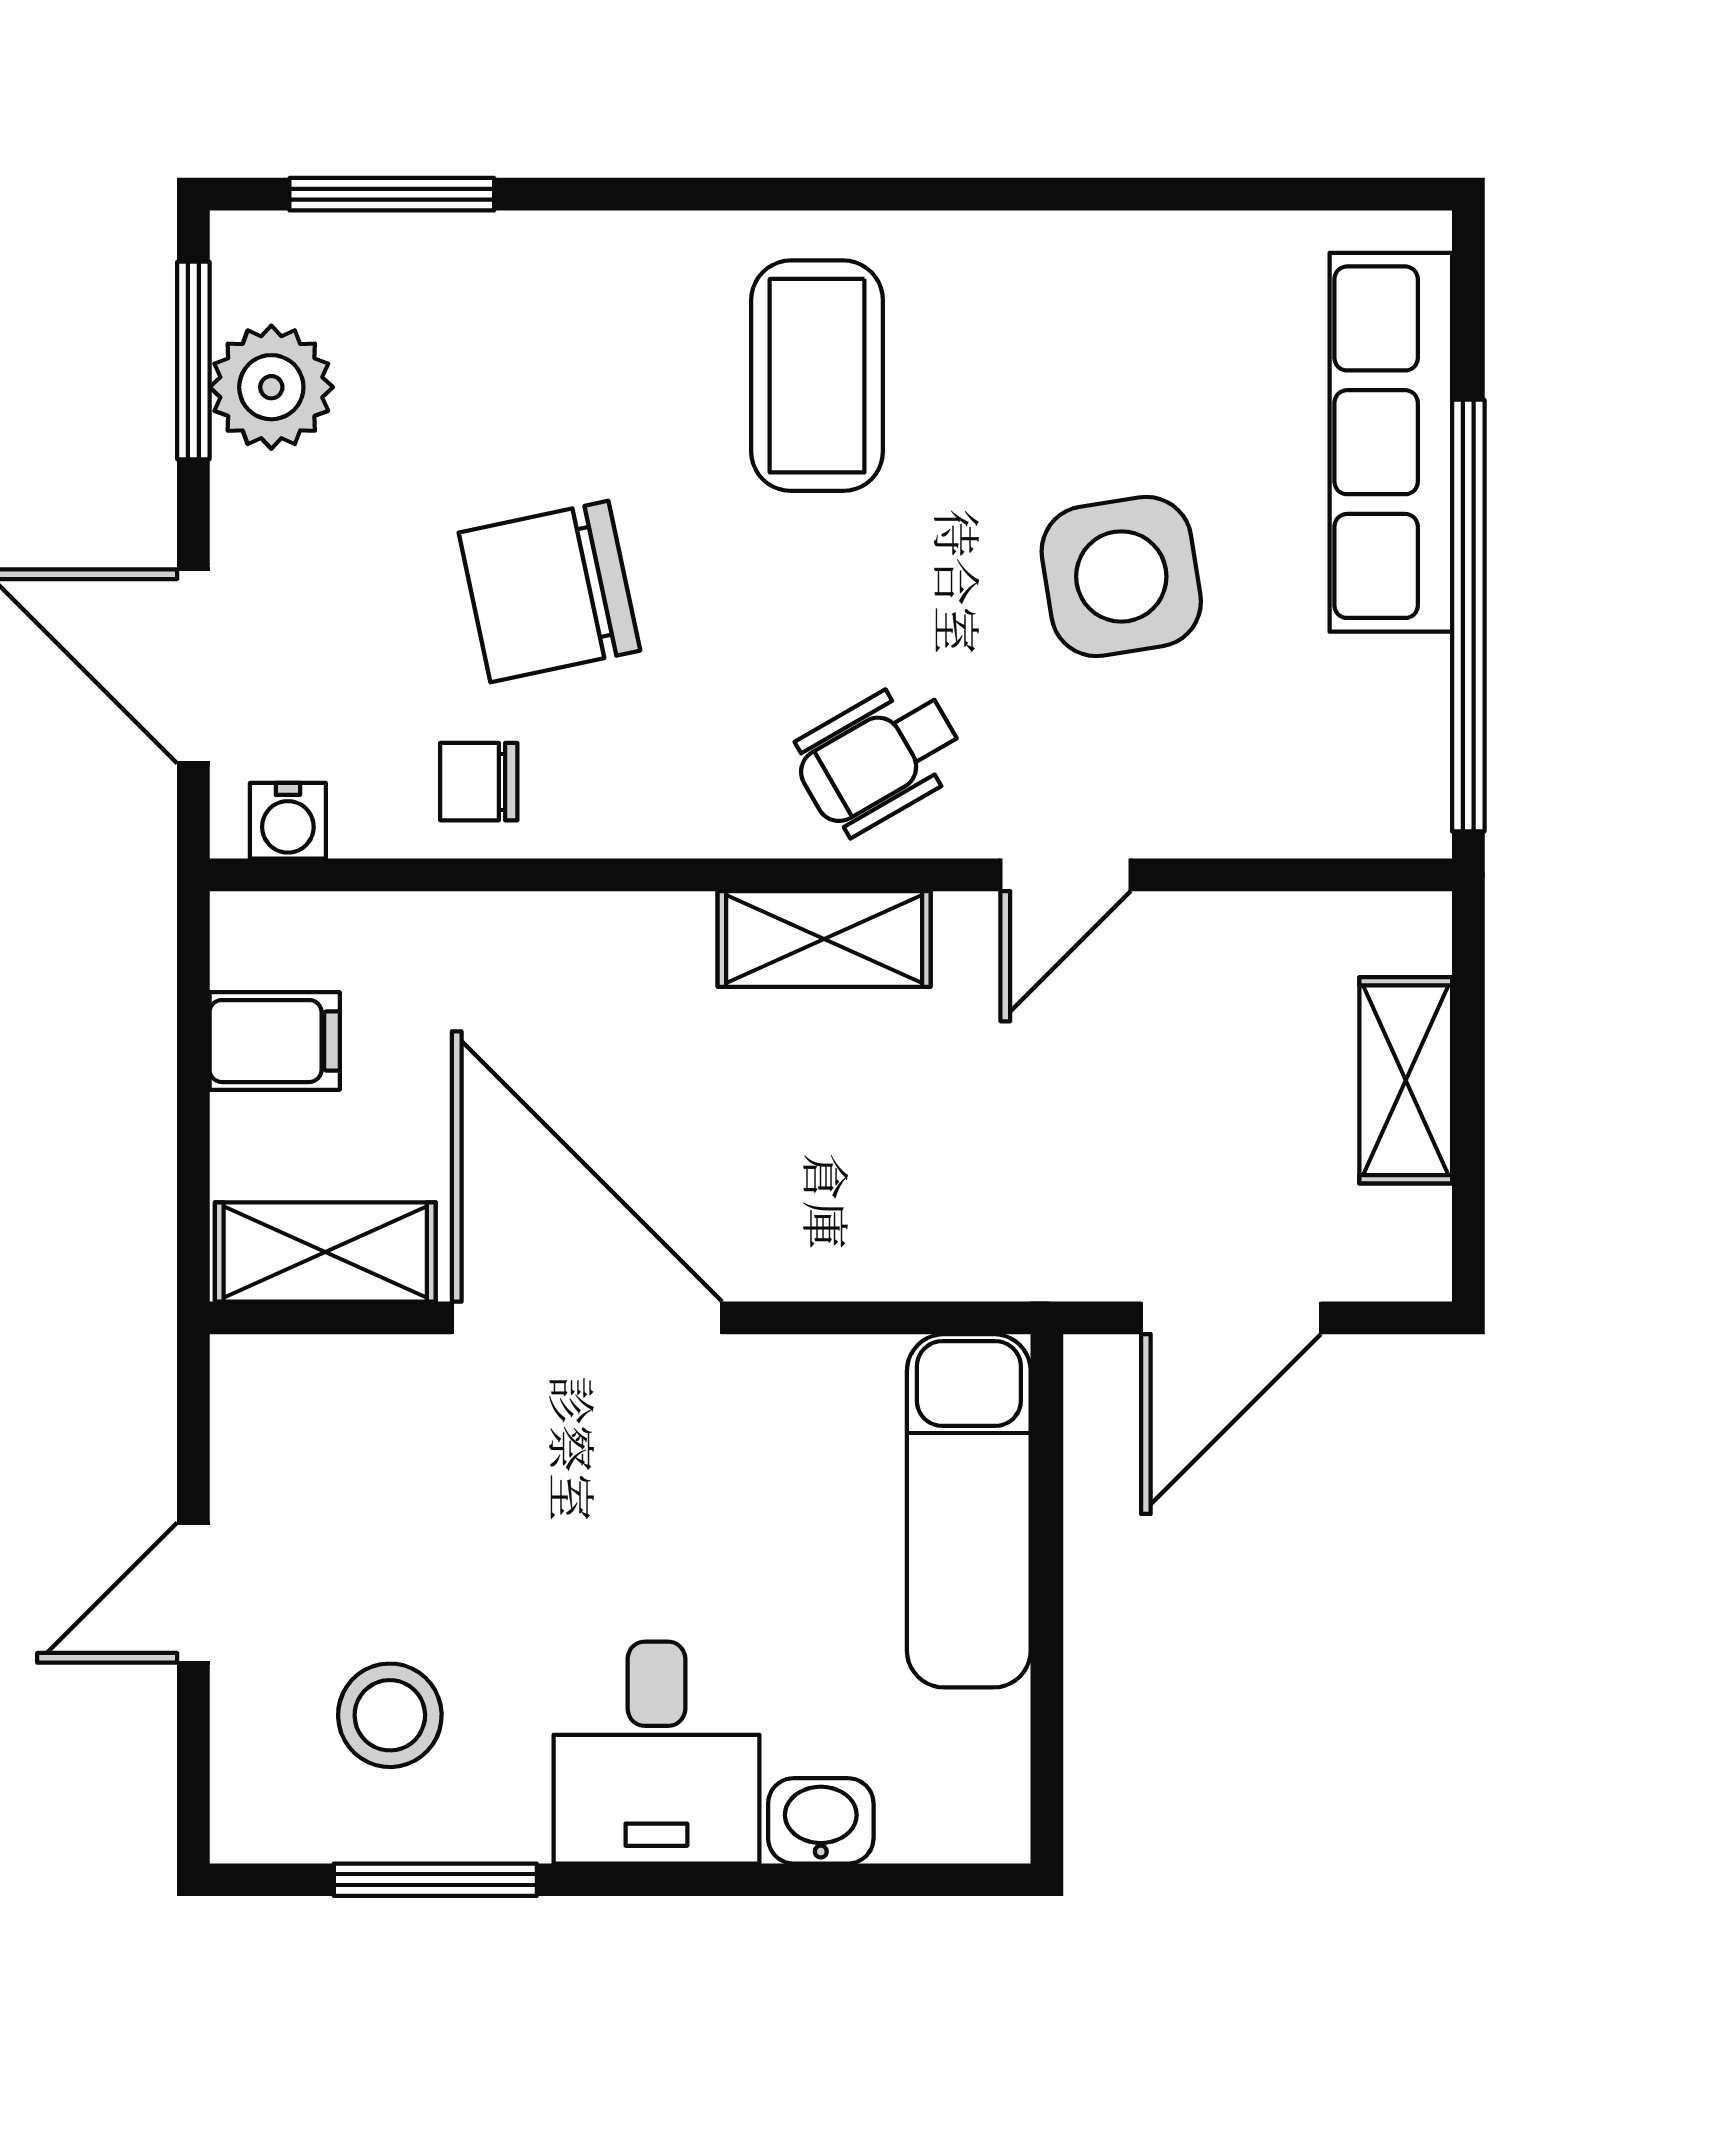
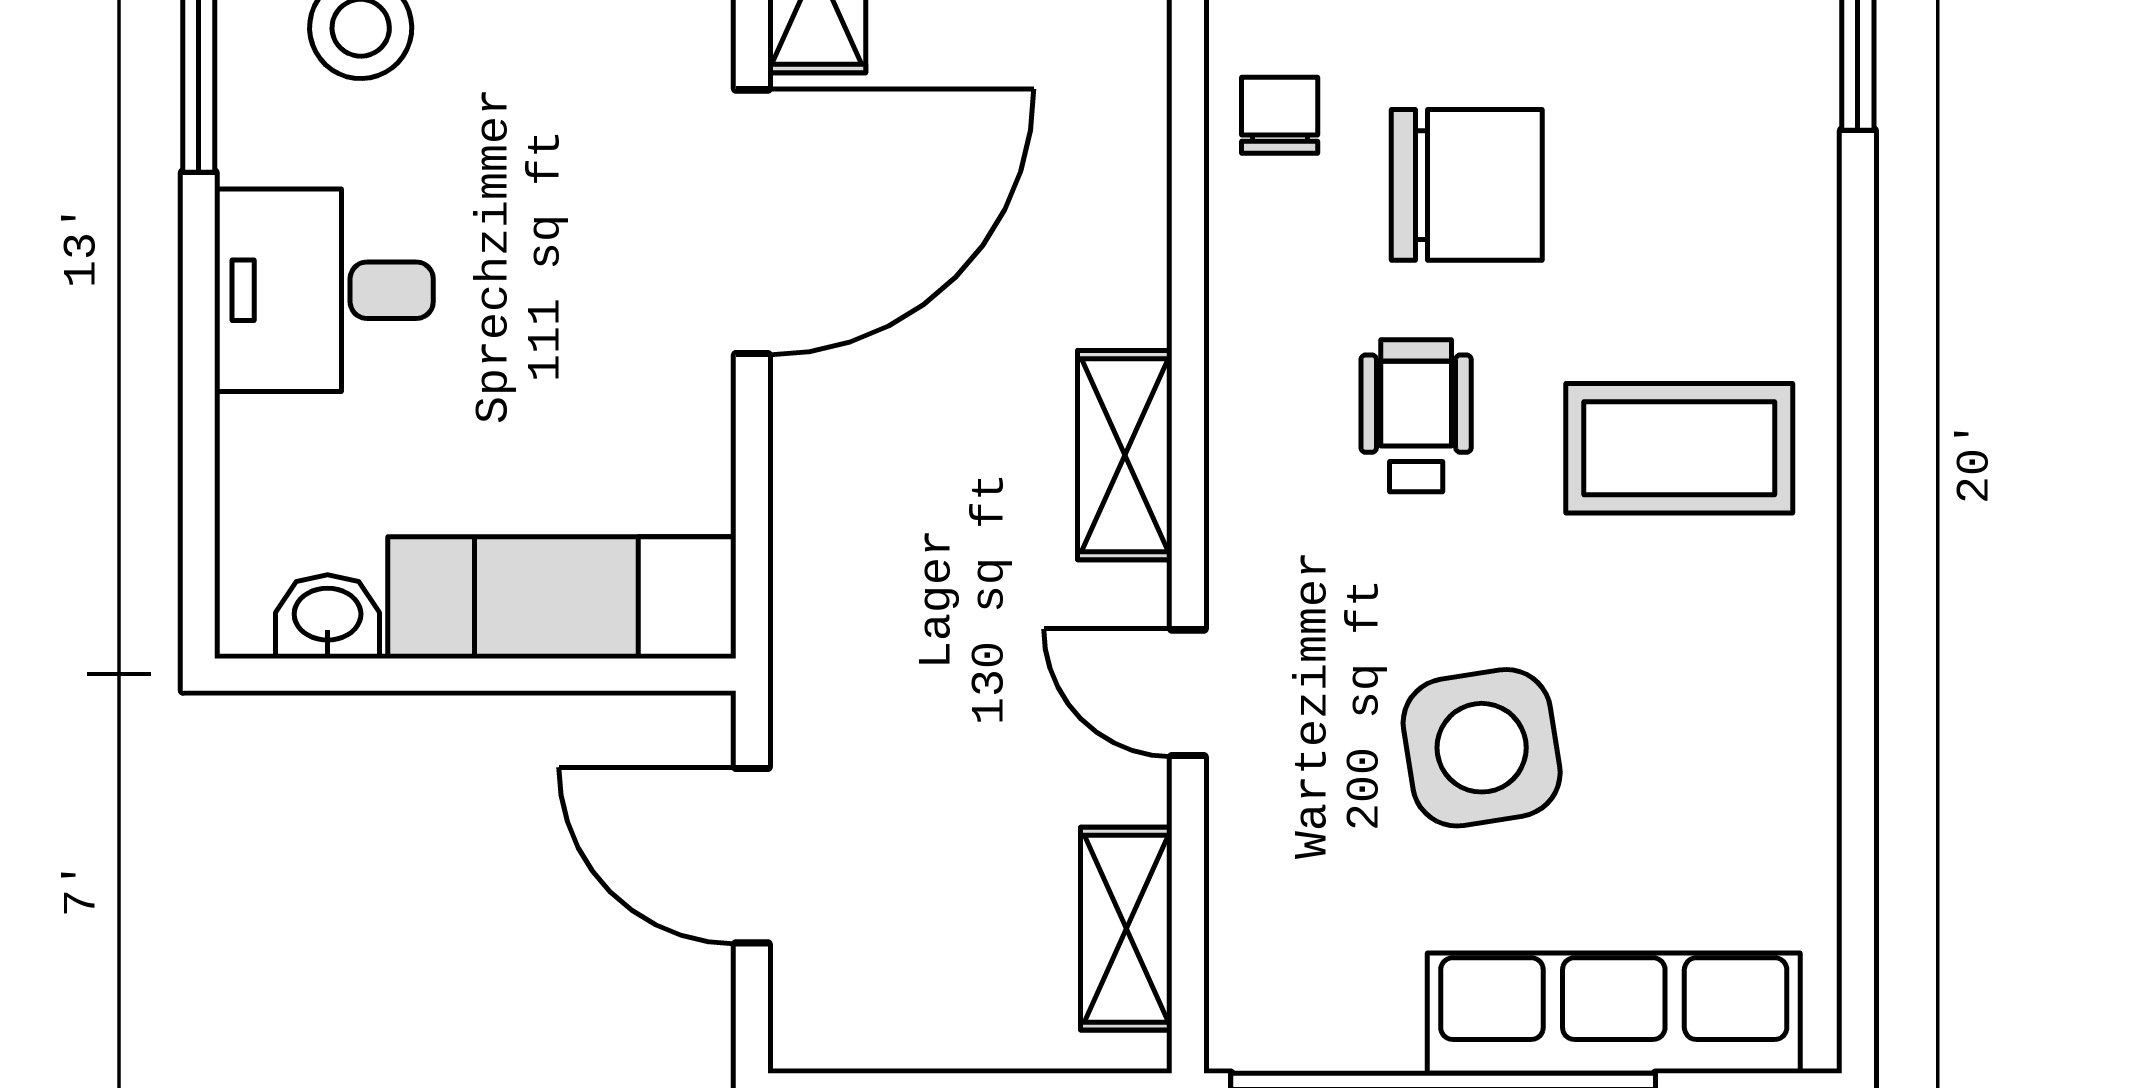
chair: (549, 592) -> (1467, 185), turned 102
wheelchair: (879, 758) -> (1416, 416), moved, turned 30
shelving: (1406, 1080) -> (1126, 929), moved, turned 90
washbasin: (821, 1821) -> (328, 617), moved, turned -90

